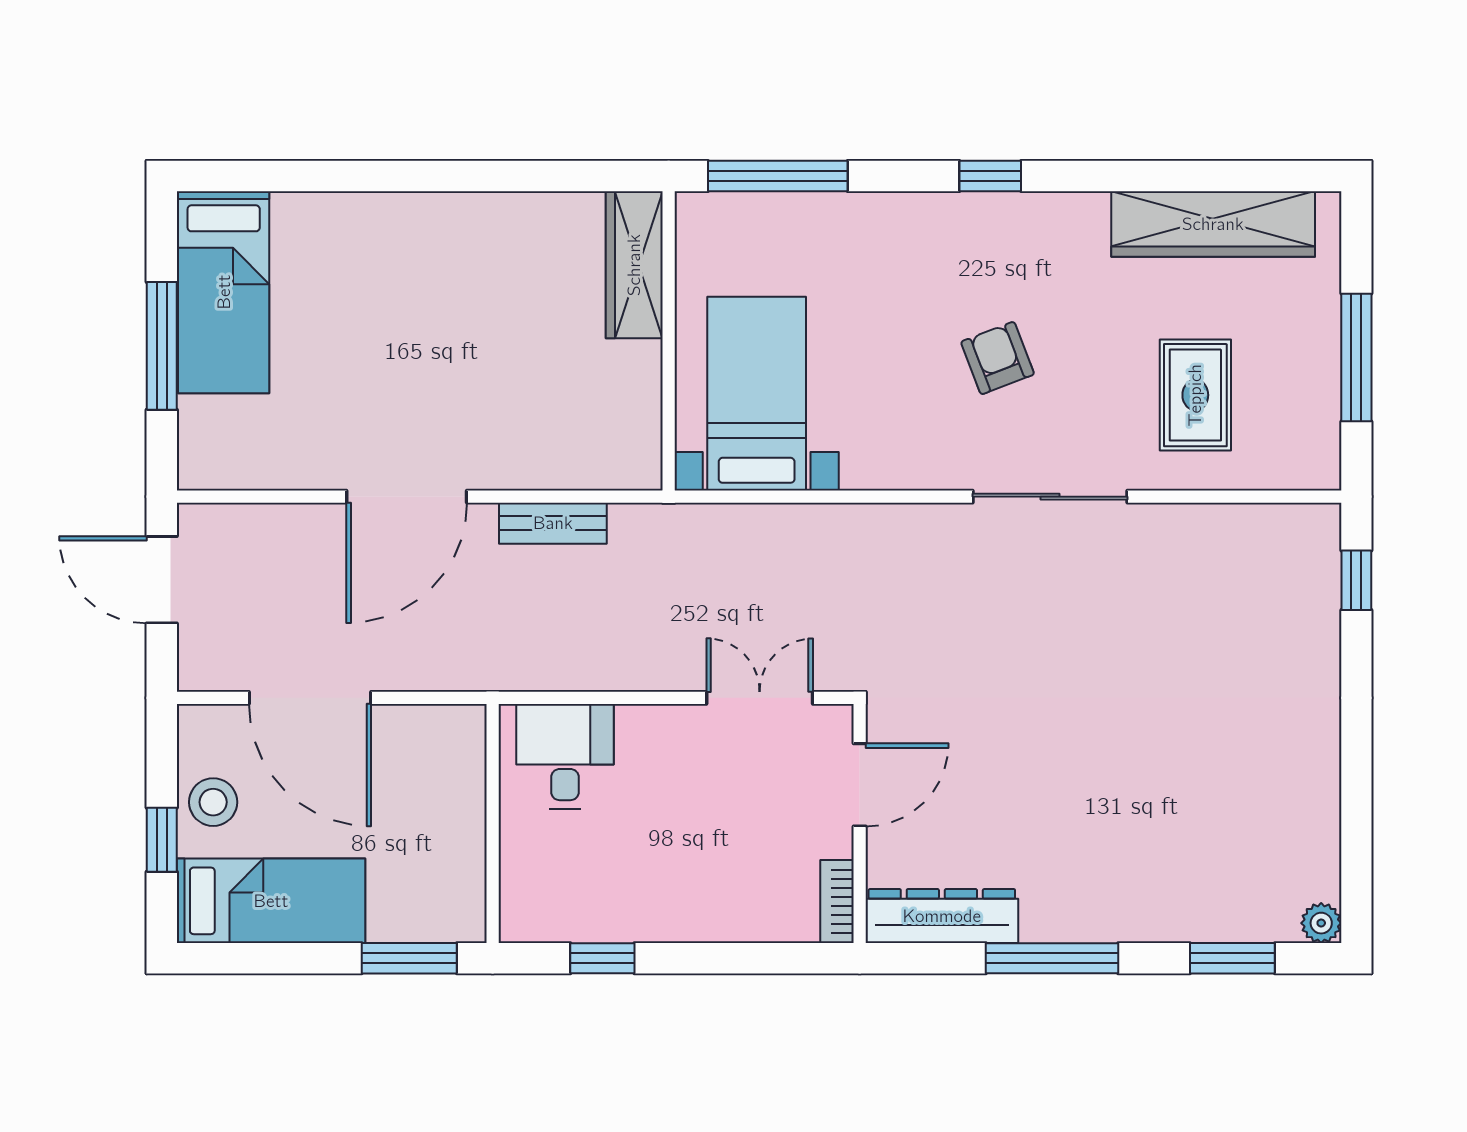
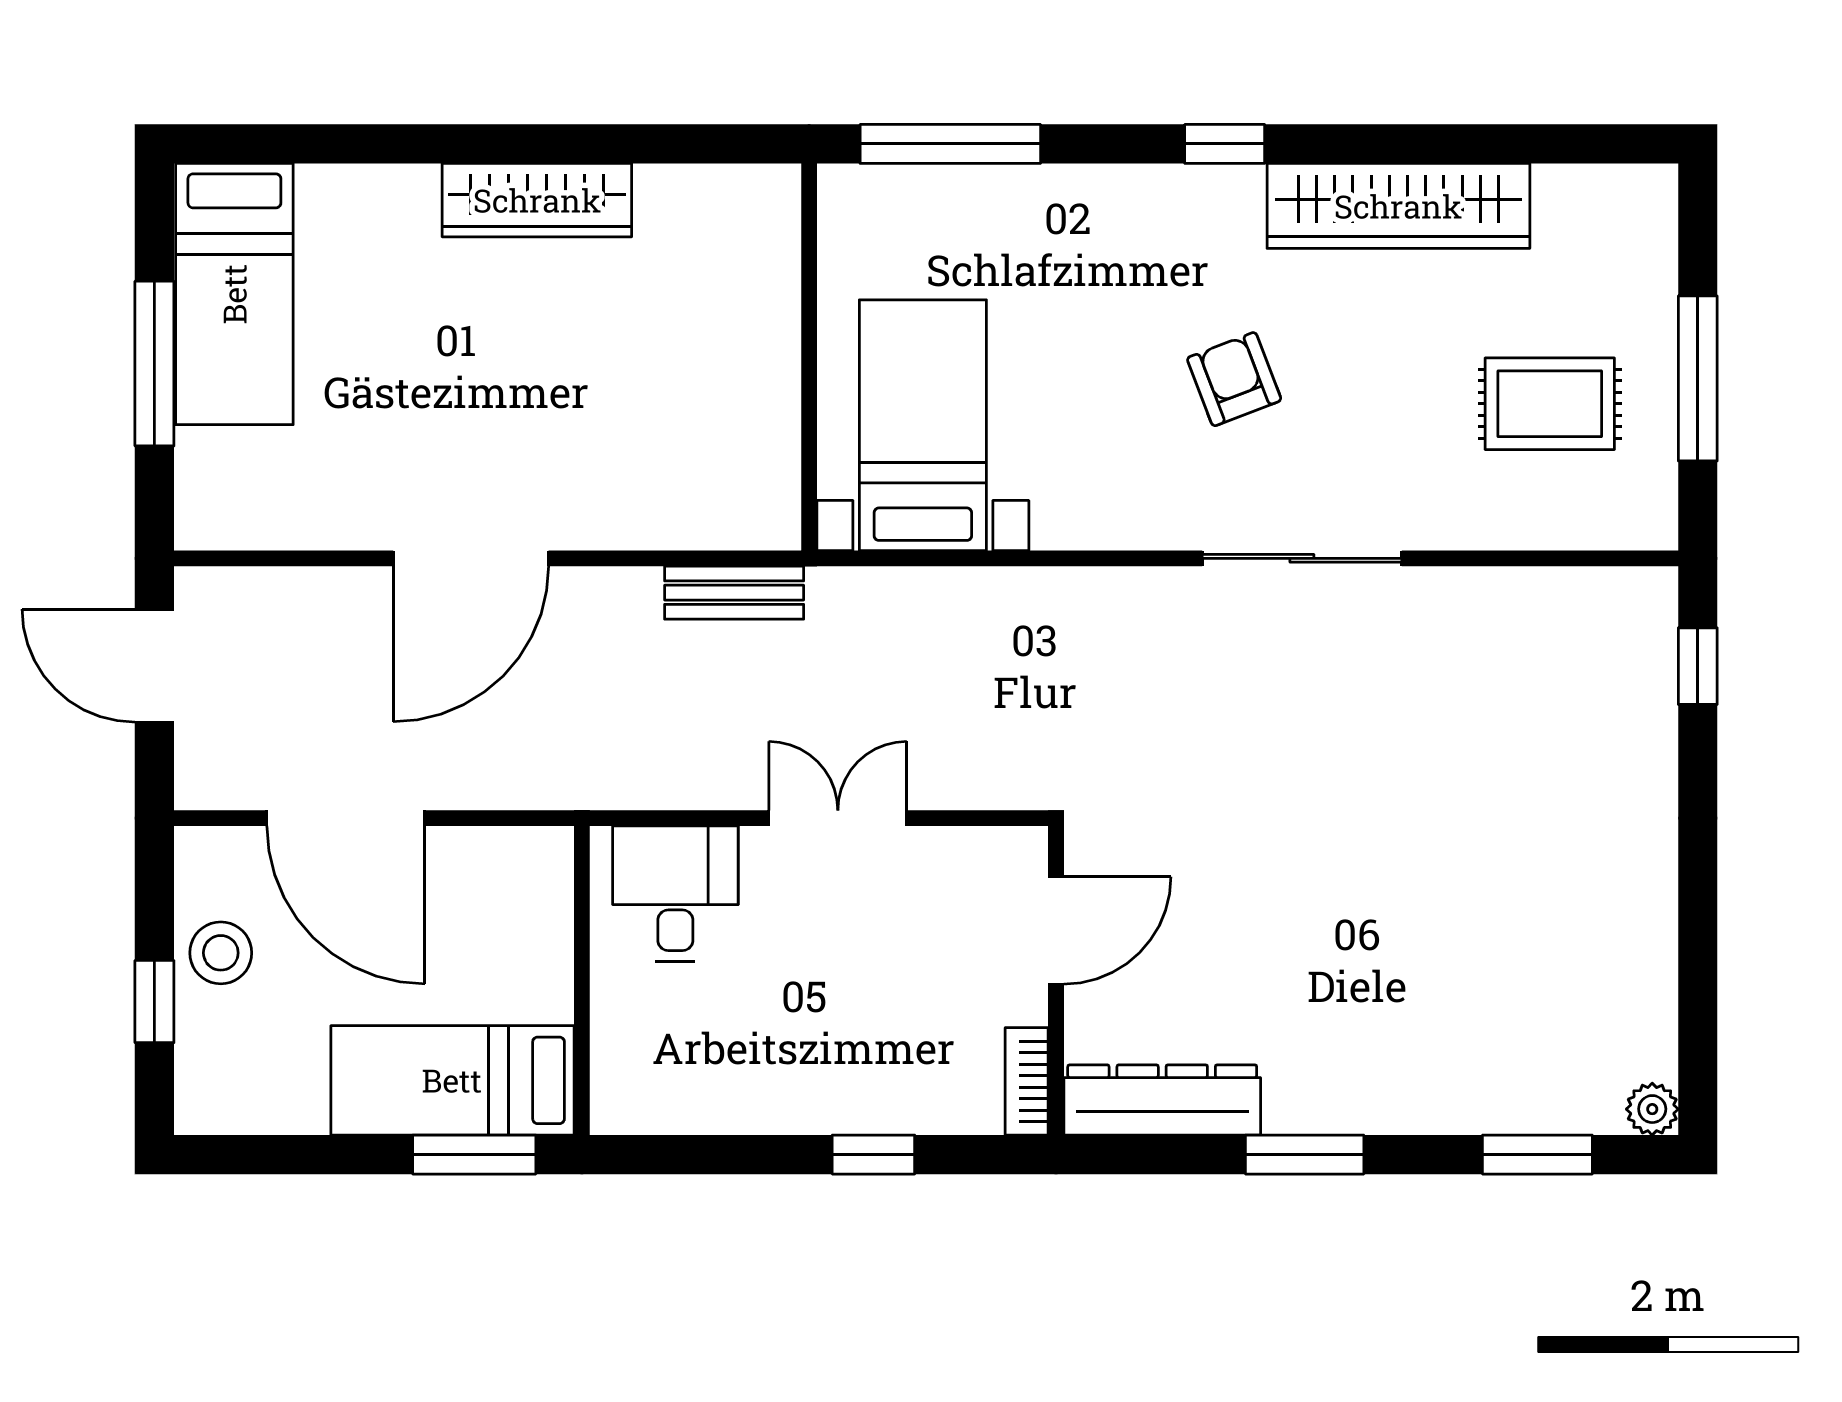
wardrobe: (1213, 224) -> (1398, 206), moved
wardrobe: (634, 265) -> (537, 200), moved, turned -90
rug: (1195, 395) -> (1550, 404), moved, turned 90
bench: (553, 523) -> (734, 593), moved
double door: (760, 698) -> (838, 818), moved
bed: (271, 901) -> (452, 1080), moved, turned 180
window: (602, 958) -> (873, 1155), moved
window: (1052, 958) -> (1305, 1155), width x0.69

